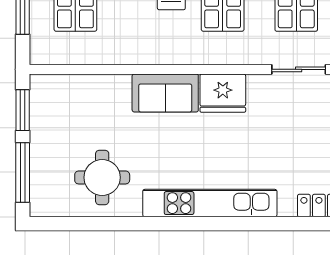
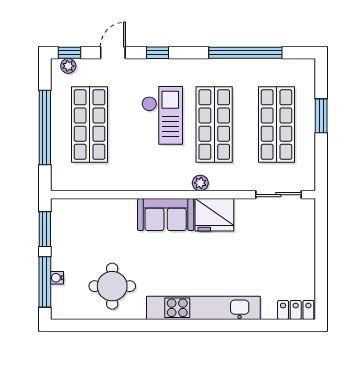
plant: (206, 56) -> (200, 183), added
water cooler: (37, 168) -> (57, 278), added

